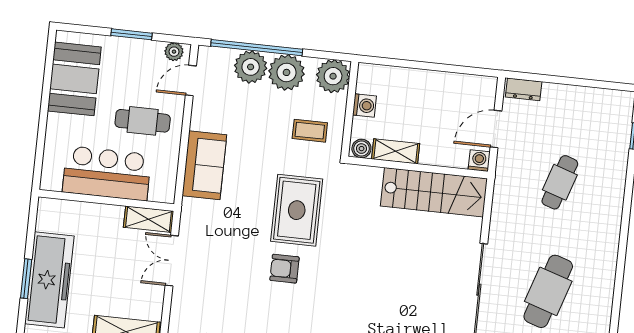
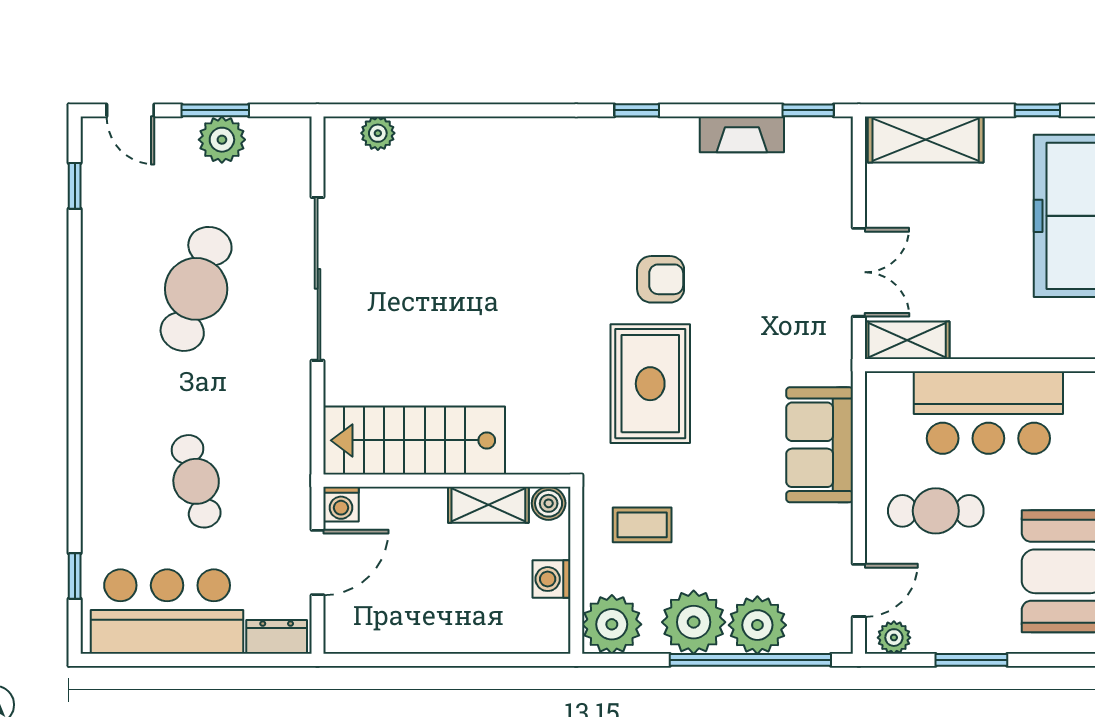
bar counter: (584, 110) -> (167, 612), added
cafe table: (560, 182) -> (196, 481), turned -33

